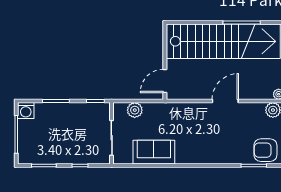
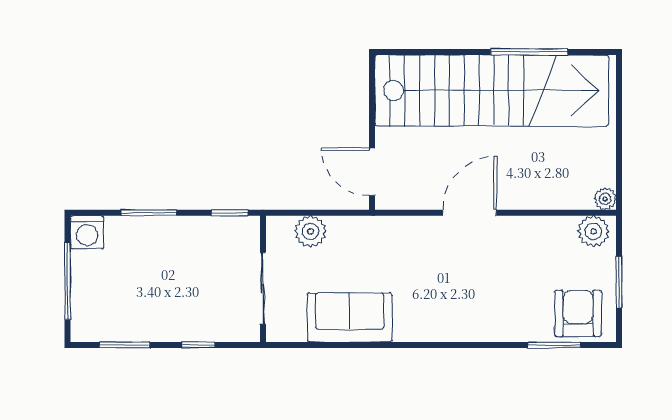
door: (165, 81) -> (372, 172), hinge flipped
door: (225, 101) -> (470, 213), moved
armchair: (265, 150) -> (578, 313), turned 90

